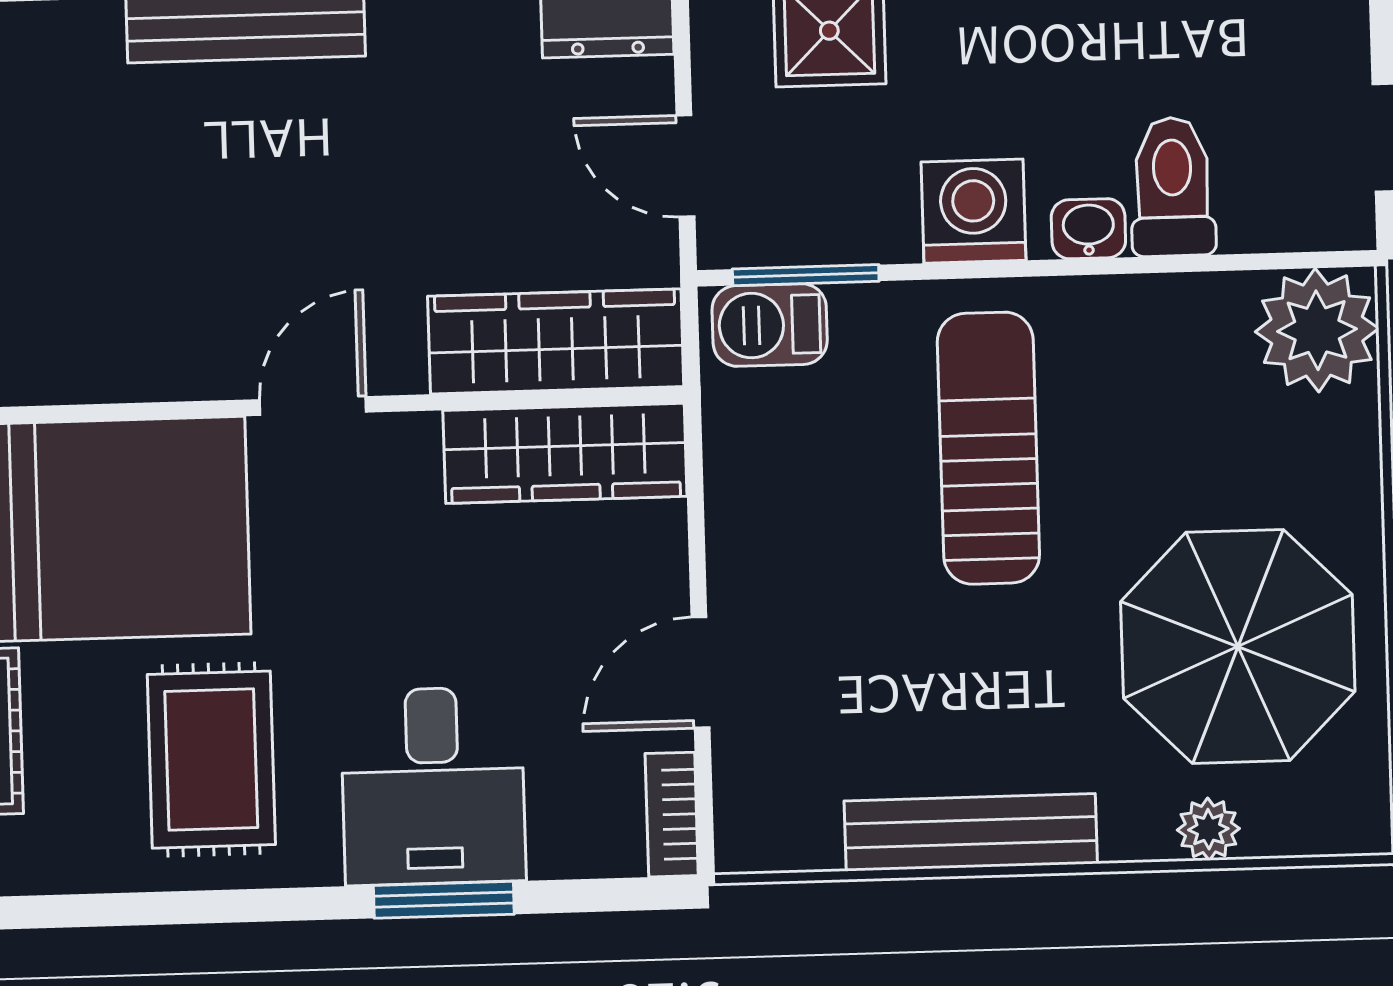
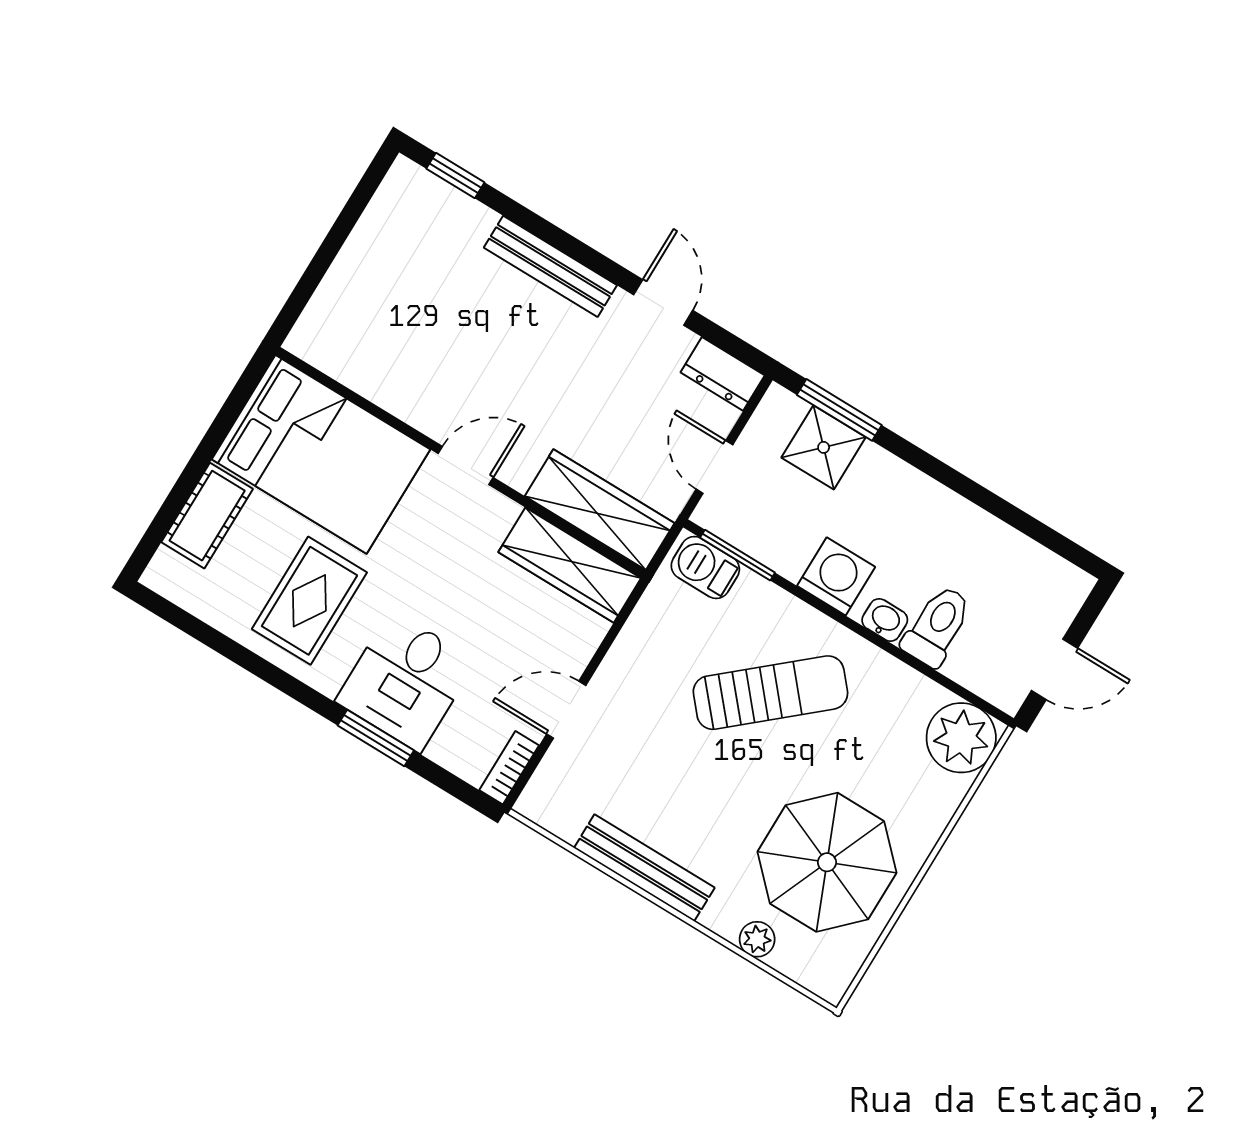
sun lounger: (988, 448) -> (770, 693), turned 49

